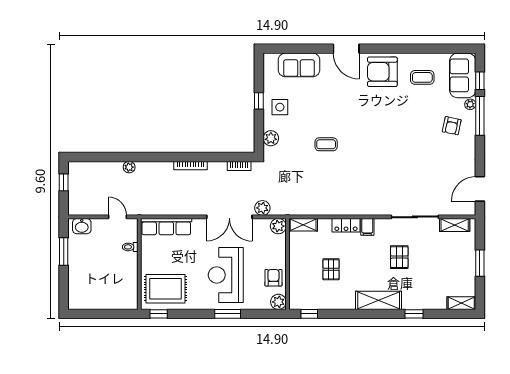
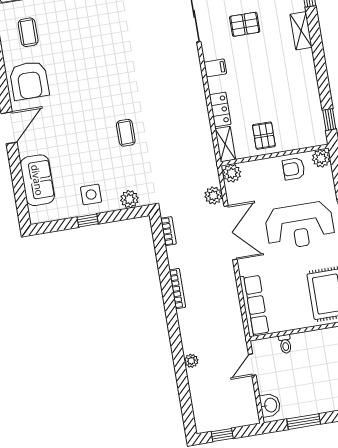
locker: (346, 225) -> (220, 110), moved
pallet: (331, 269) -> (264, 136), moved, turned 90
shelving: (379, 300) -> (301, 31), width x0.67, depth x0.75

